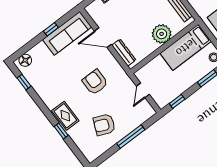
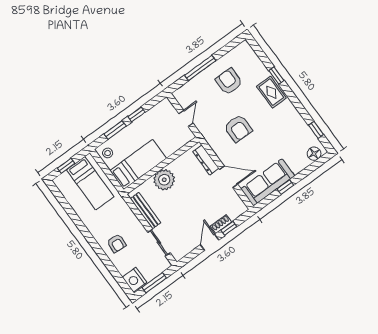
window: (177, 101) -> (137, 114), moved
armchair: (104, 125) -> (229, 81), turned -113

